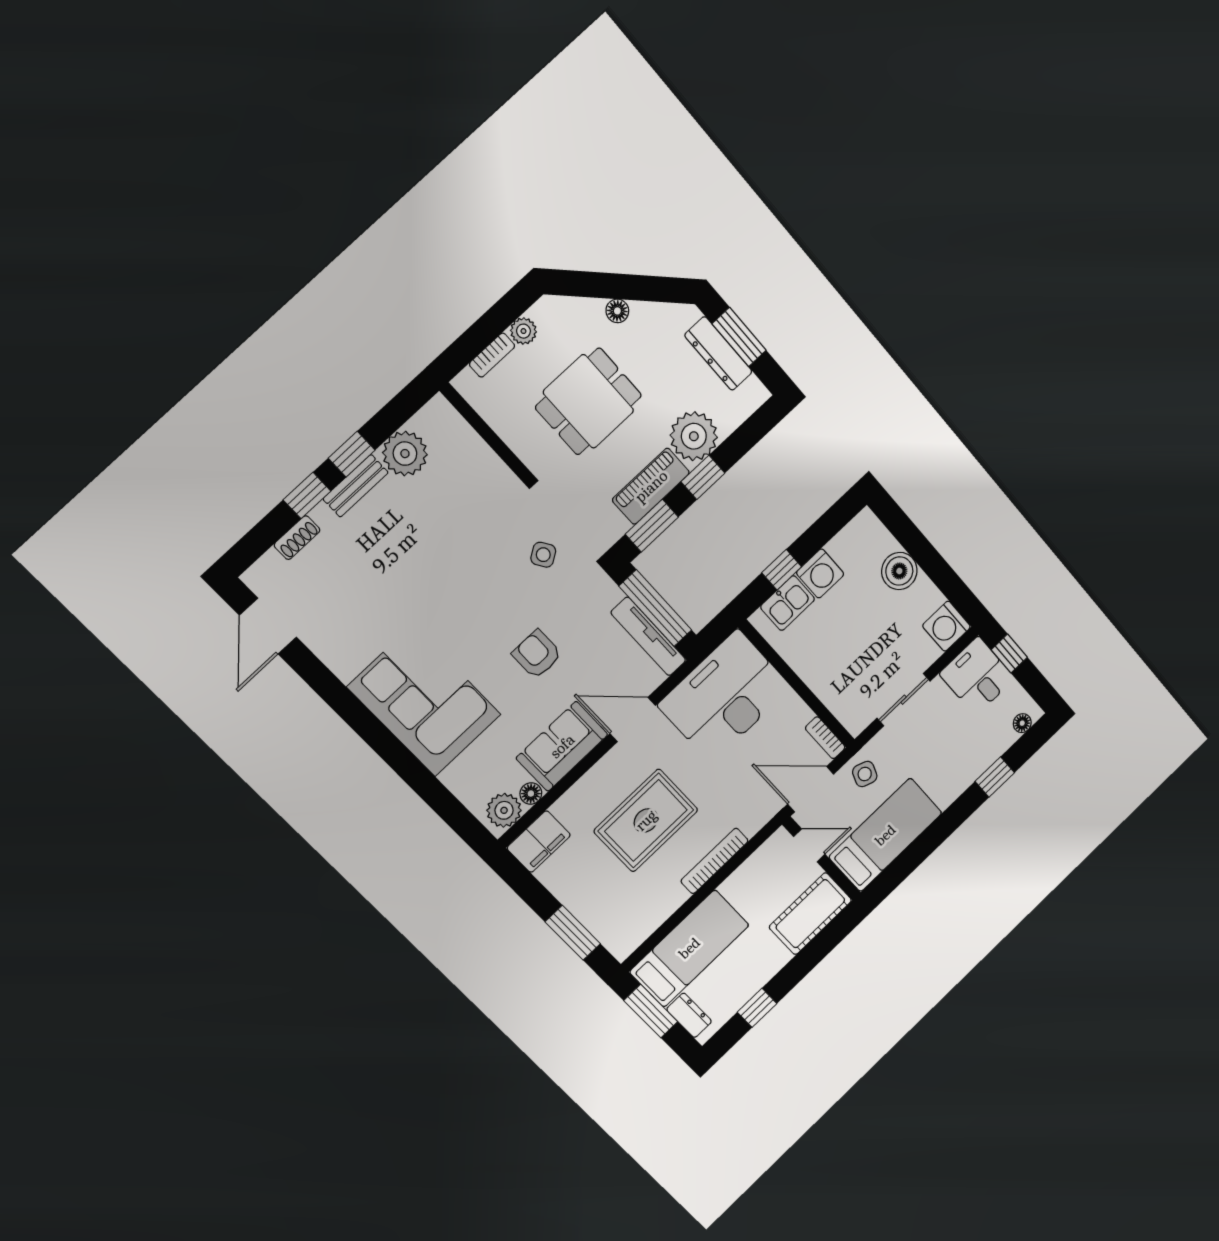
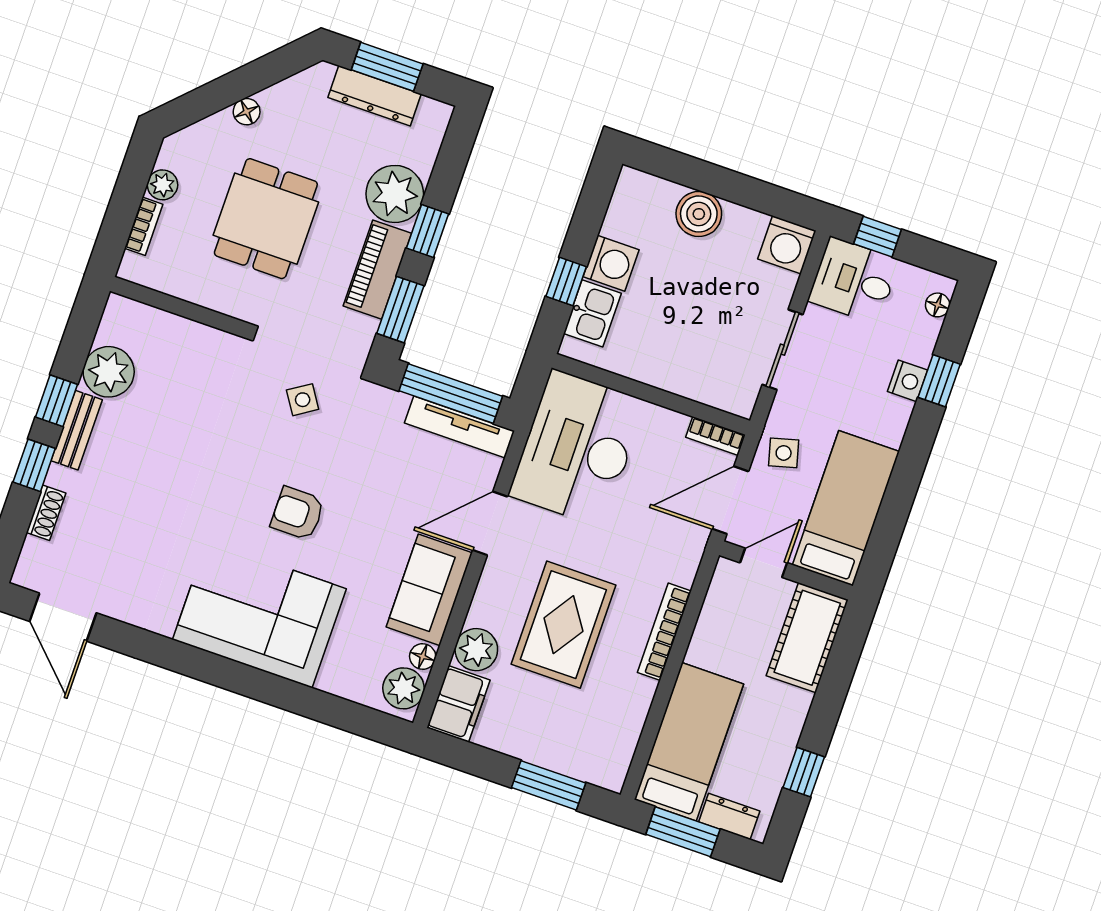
armchair: (537, 654) -> (297, 513), moved
nightstand: (974, 766) -> (908, 381), added
side table: (865, 774) -> (784, 453), turned -35
plant: (573, 808) -> (476, 650), added

